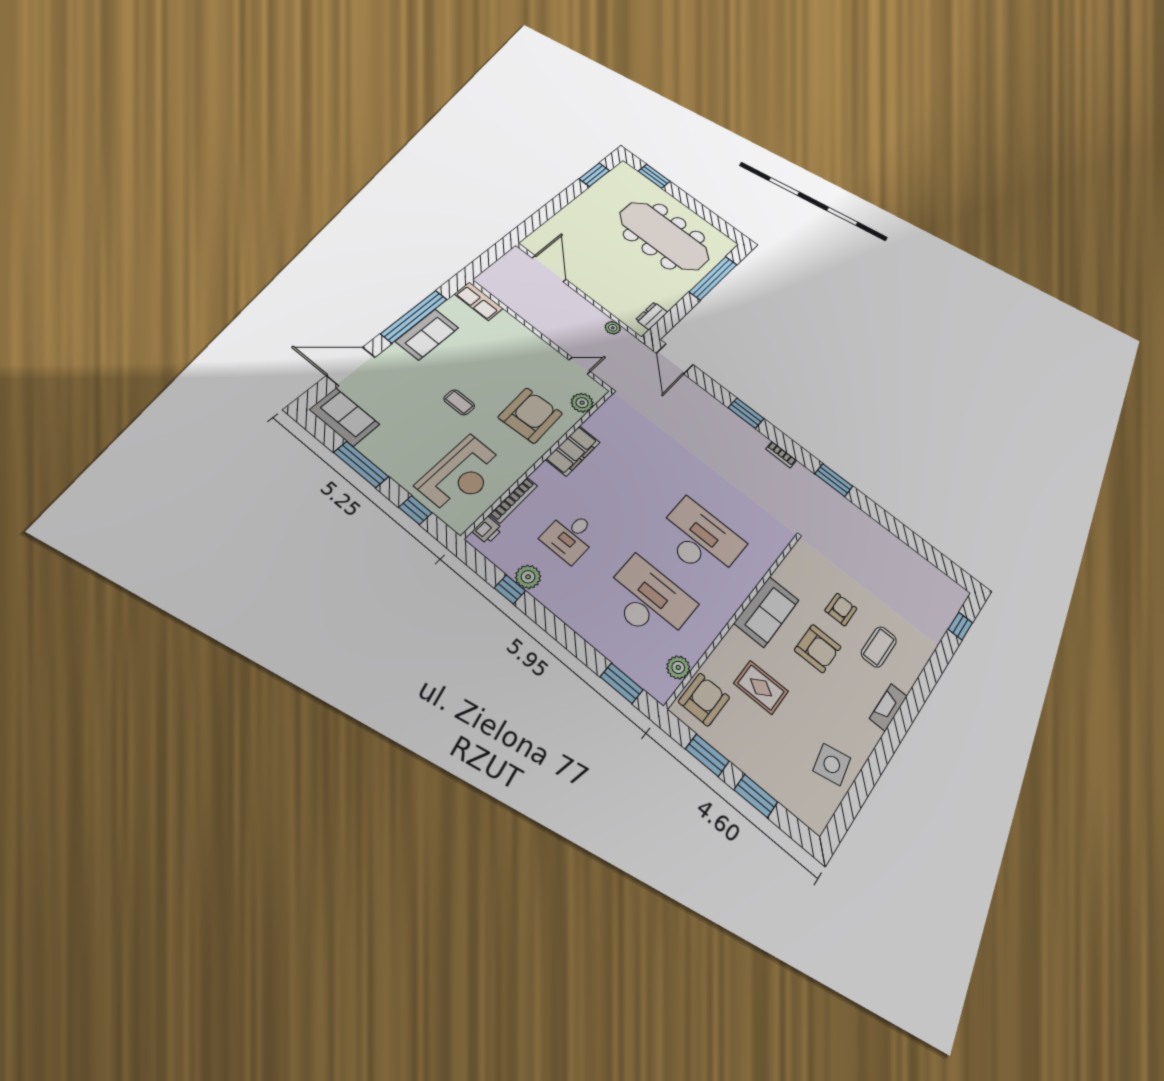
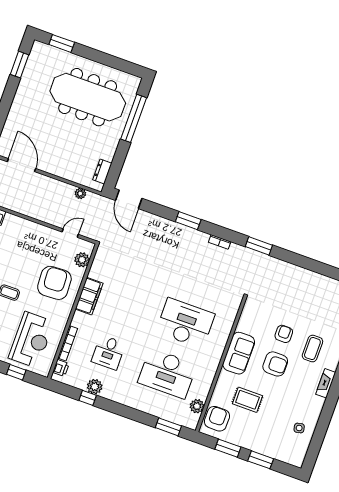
desk: (649, 600) -> (167, 373), turned 180
side table: (832, 764) -> (299, 428), width x0.54, depth x0.54

